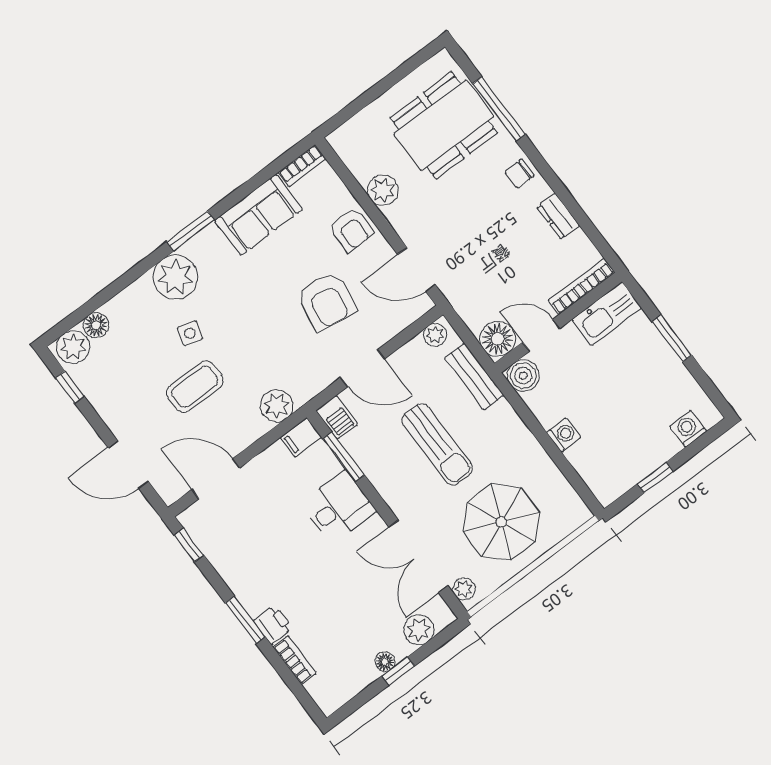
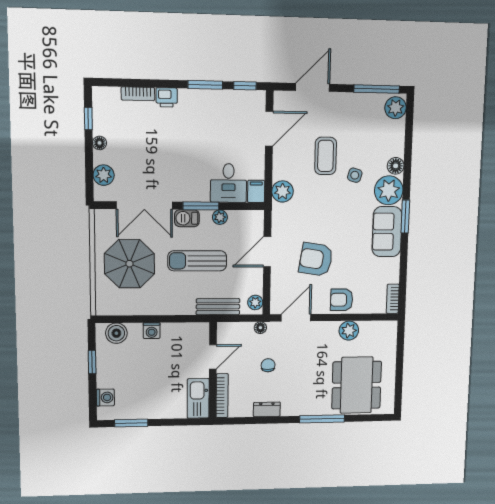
window: (499, 109) -> (322, 419), moved
chair: (519, 174) -> (268, 365), moved
sofa: (258, 215) -> (387, 232), moved
floor lamp: (96, 325) -> (396, 166), moved
window: (672, 338) -> (131, 423), moved
floor lamp: (498, 339) -> (260, 328), moved, width x0.53, depth x0.53
boiler: (523, 376) -> (116, 333), moved
window: (70, 387) -> (377, 89), width x2.17
barbecue: (337, 417) -> (187, 218), moved
window: (344, 457) -> (201, 206), moved
desk: (338, 507) -> (228, 183), moved
double door: (418, 556) -> (144, 205), swing flipped
plant: (464, 589) -> (220, 217), moved
window: (245, 620) -> (205, 85), moved
window: (398, 671) -> (88, 119), moved

